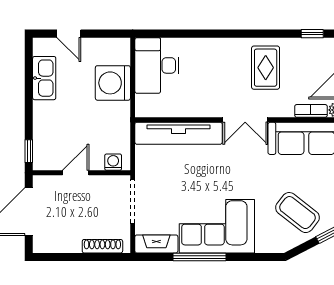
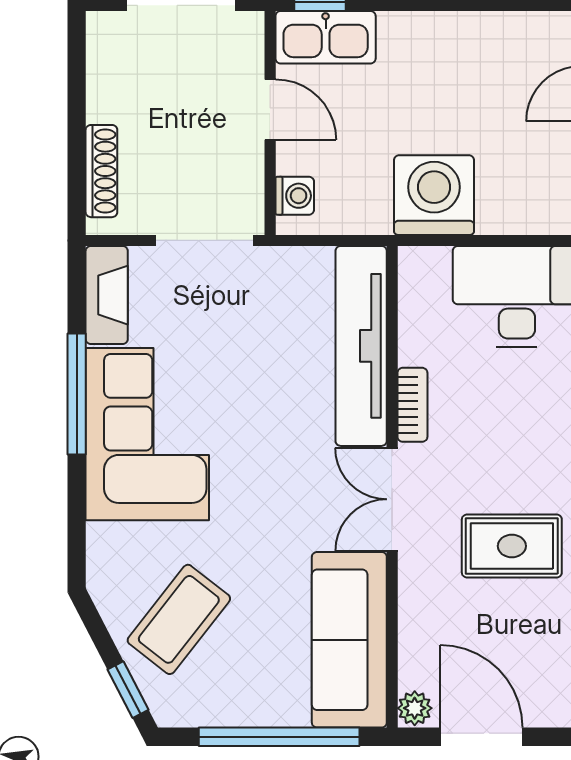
kitchen sink: (44, 78) -> (326, 37), moved
washing machine: (113, 83) -> (434, 195), moved
bookcase: (311, 111) -> (412, 405), moved

